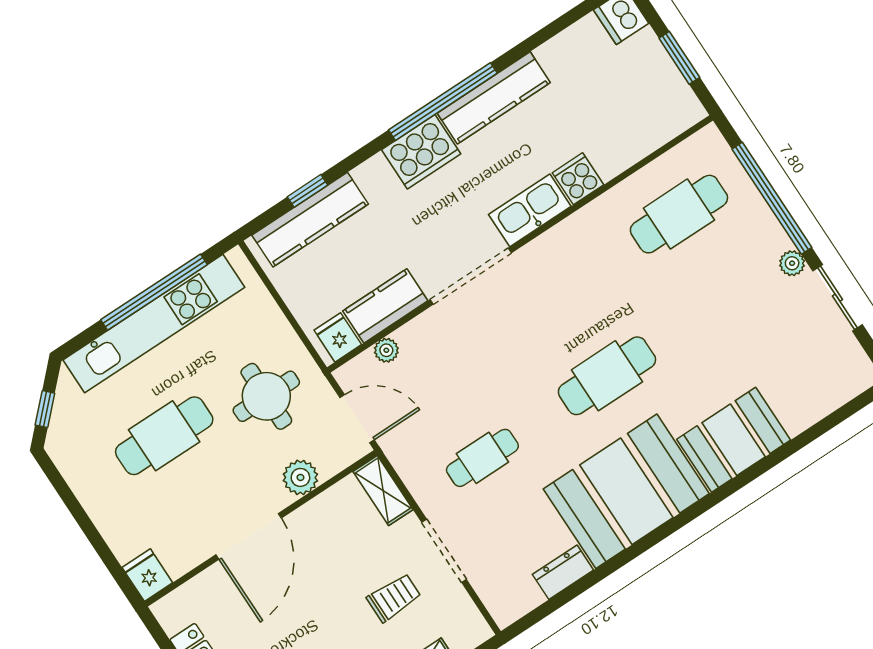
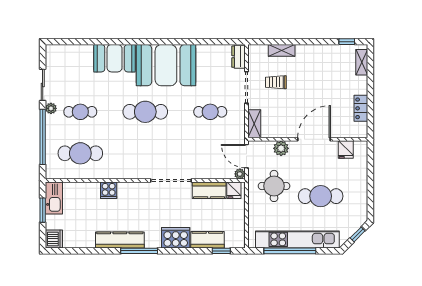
window: (443, 102) -> (139, 251), width x0.68
cooker: (421, 152) -> (176, 238), moved
window: (307, 191) -> (221, 251), moved
kitchen sink: (530, 210) -> (54, 198), moved, turned -90
kitchen counter: (310, 220) -> (207, 240), width x0.67
cafe table: (731, 294) -> (80, 112), added
plant: (386, 350) -> (240, 174), moved
dresser: (563, 572) -> (238, 57), moved, turned 90
fridge: (147, 575) -> (346, 150), moved

